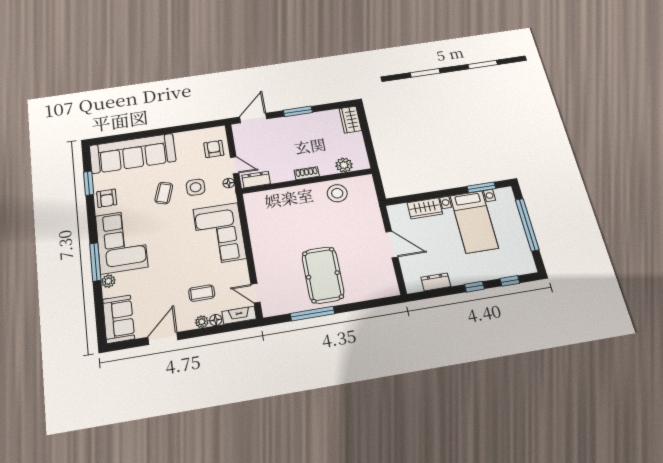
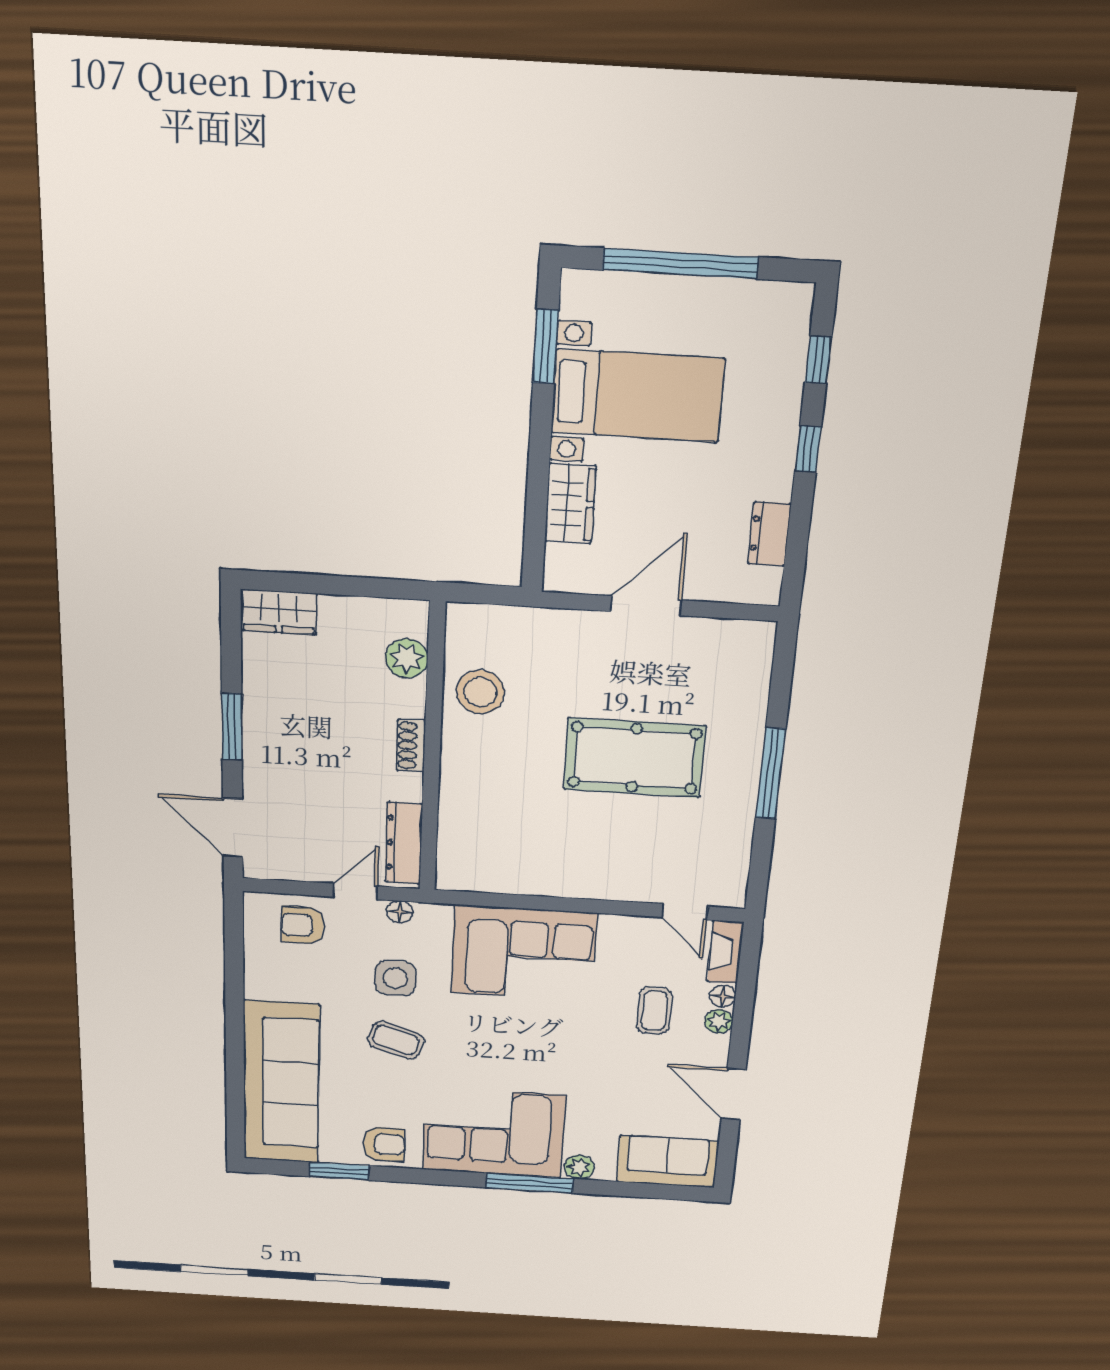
dresser: (256, 180) -> (404, 843), width x1.44
pool table: (323, 275) -> (634, 758), moved
door: (256, 293) -> (685, 912), hinge flipped
window: (312, 314) -> (770, 773), moved

